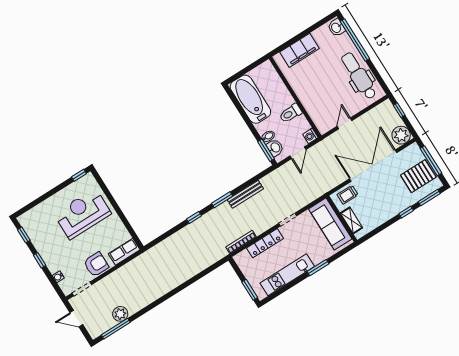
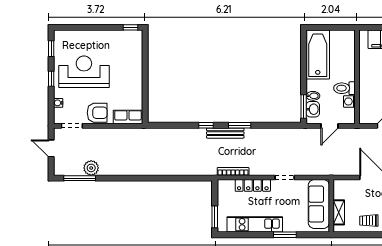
washing machine: (310, 136) -> (349, 101), moved
bench: (245, 194) -> (225, 133), moved
trolley: (348, 195) -> (369, 221), moved
reception desk: (83, 214) -> (84, 72), moved

